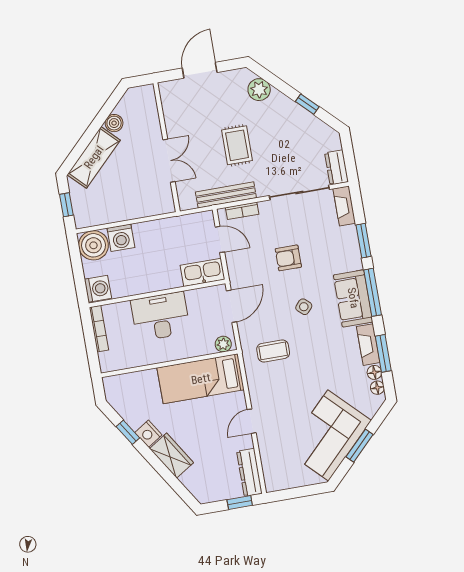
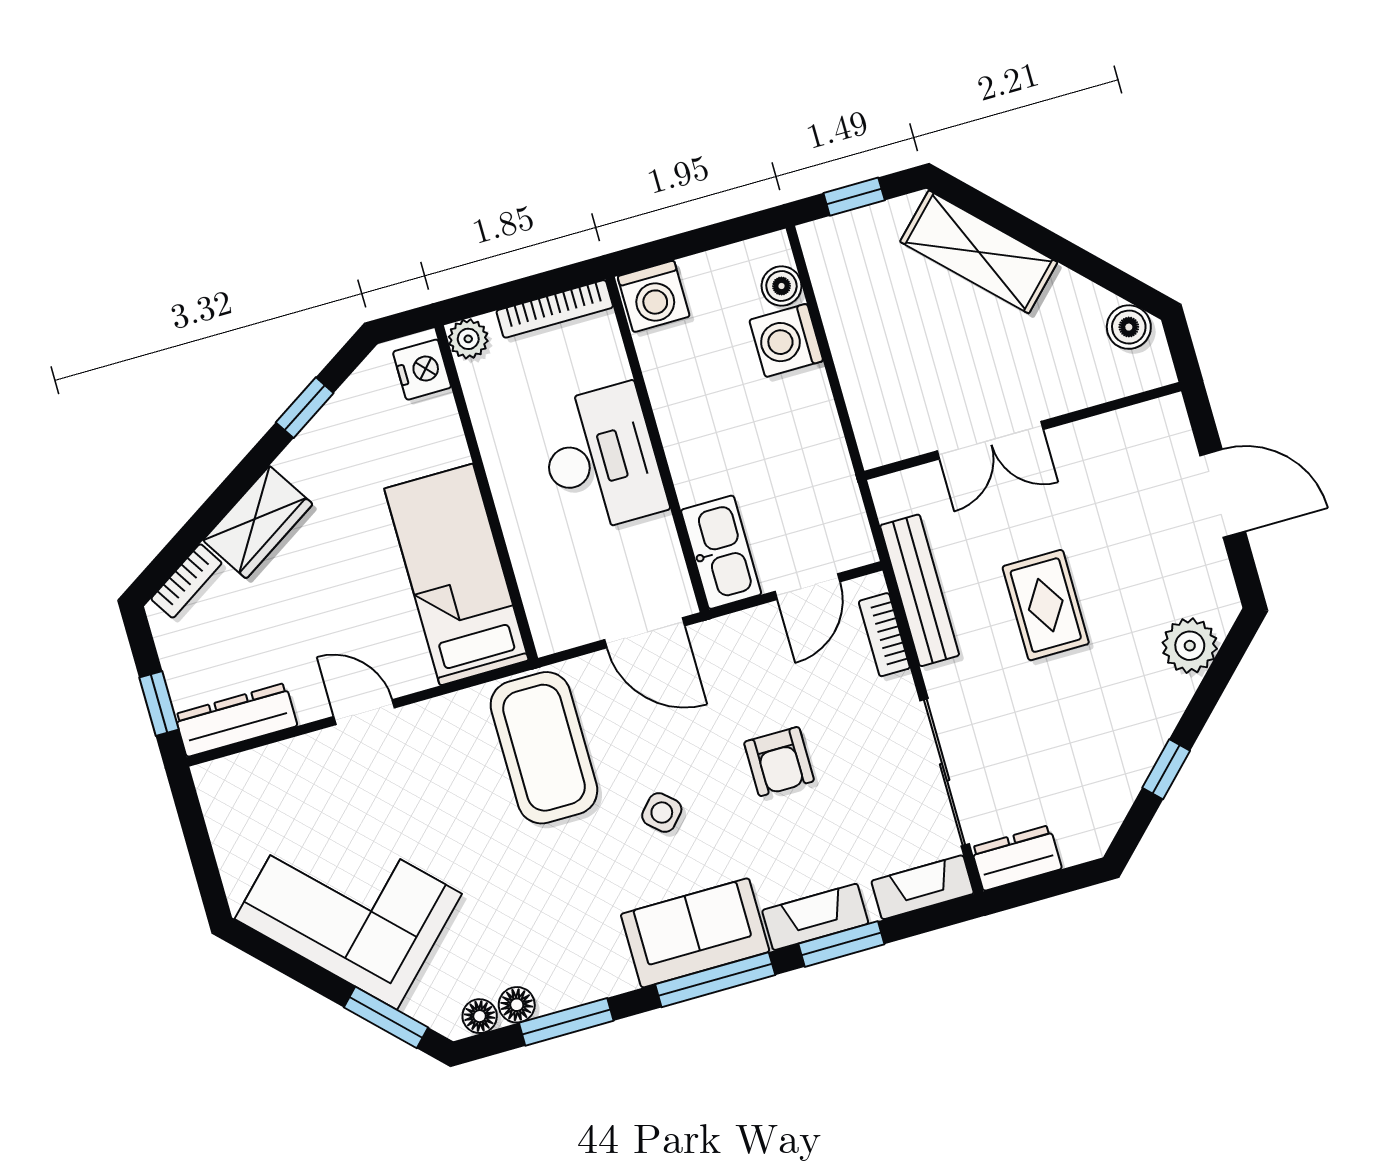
boiler: (114, 123) -> (1129, 327), moved
rug: (237, 145) -> (1046, 605), turned 90
boiler: (93, 245) -> (781, 286), width x0.54, depth x0.54
armchair: (288, 258) -> (779, 762), turned 180
plant: (223, 344) -> (468, 339), moved
fireplace: (368, 345) -> (815, 917), moved
coffee table: (273, 351) -> (544, 748), width x1.86, depth x1.72
nightstand: (148, 434) -> (422, 370), moved, turned 123
window: (360, 446) -> (386, 1017), moved
bookcase: (192, 486) -> (186, 581), added

